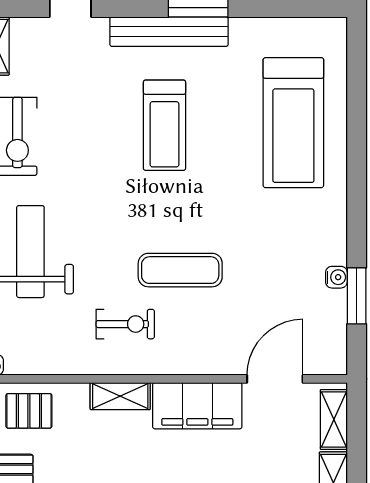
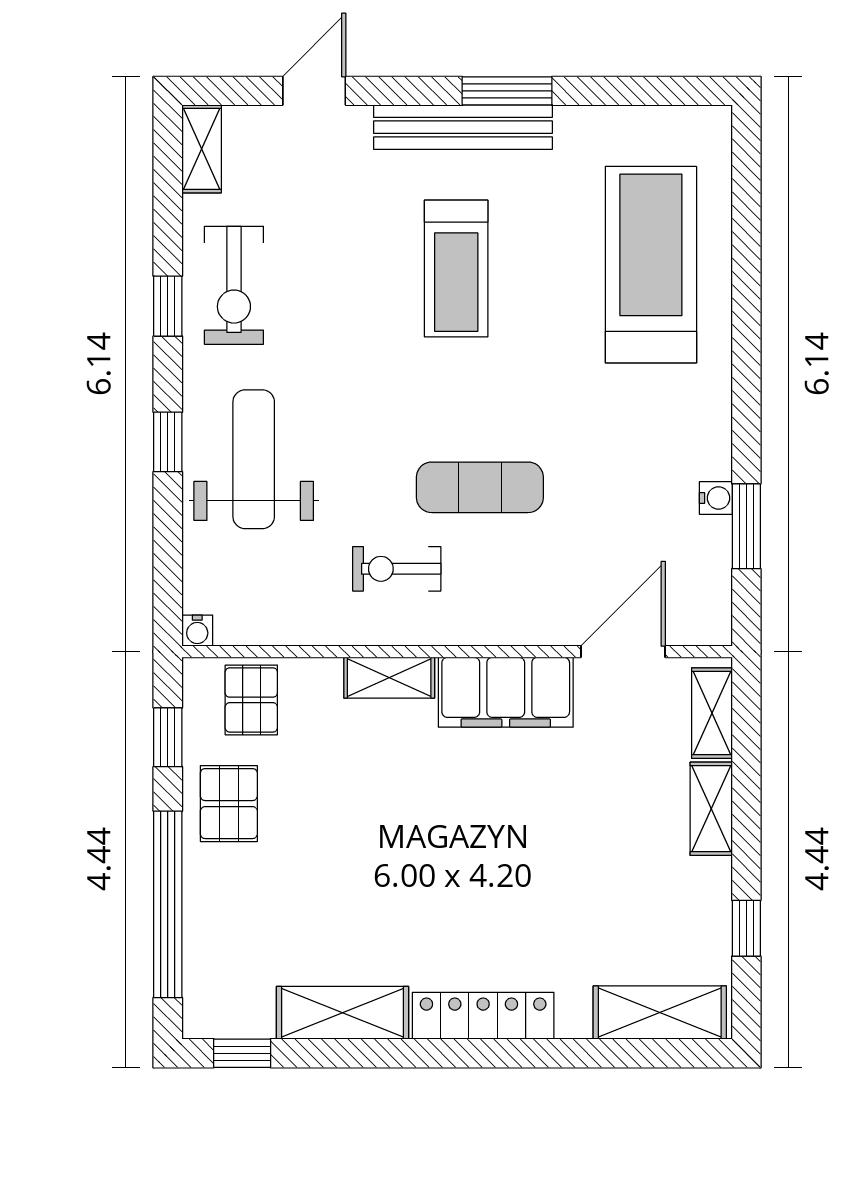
treadmill: (293, 123) -> (651, 265), turned 180
exercise bike: (125, 324) -> (397, 569), turned 180
pallet: (29, 411) -> (251, 700), turned 90

